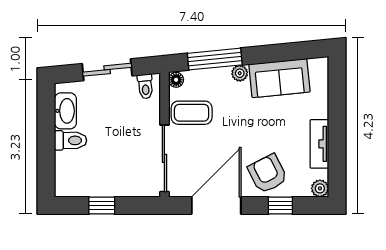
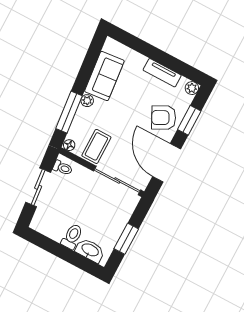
washbasin: (65, 111) -> (90, 250), moved
window: (102, 205) -> (126, 239), width x1.50
window: (280, 205) -> (189, 120), width x1.50

